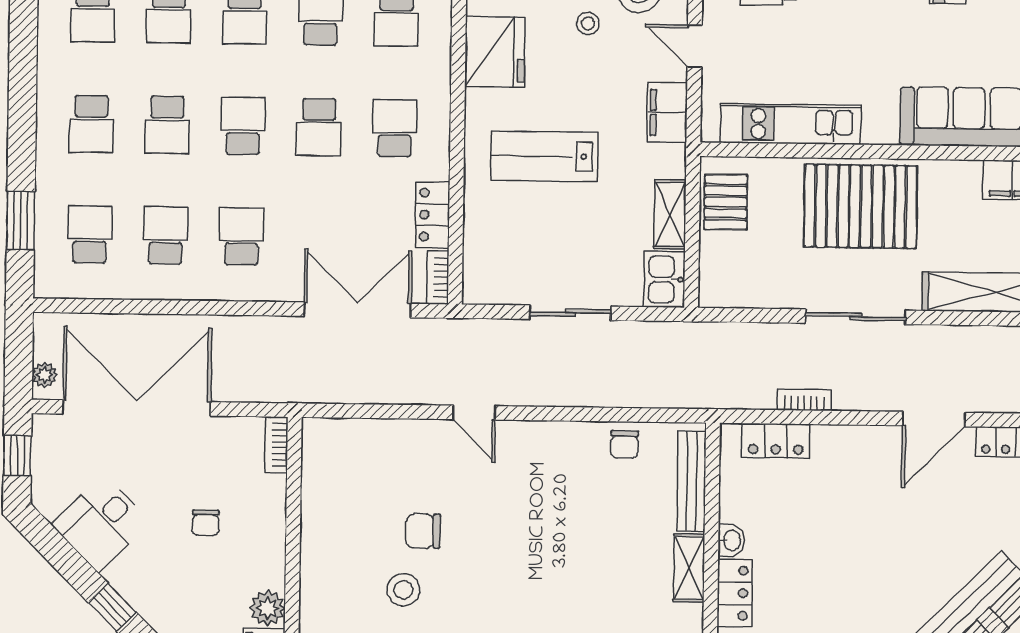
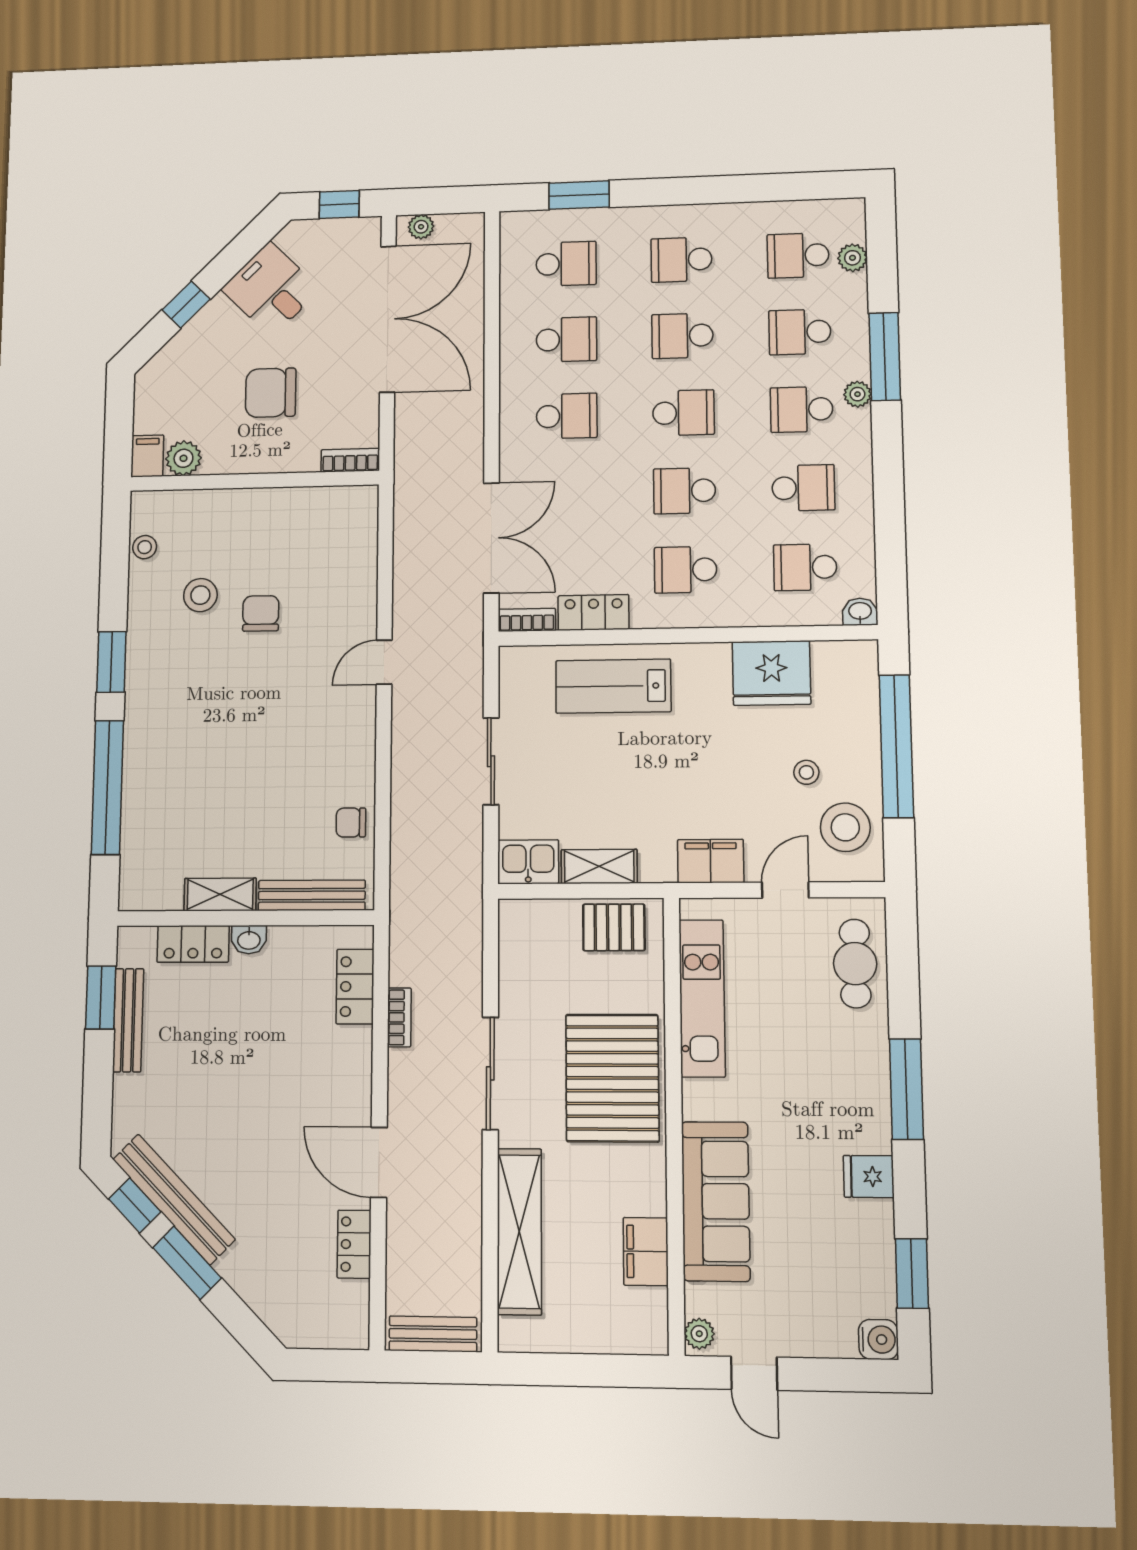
school desk: (395, 128) -> (686, 570), turned 180
lab bench: (544, 156) -> (613, 686), moved, turned -90
chair: (206, 523) -> (271, 393), width x1.87, depth x1.87

